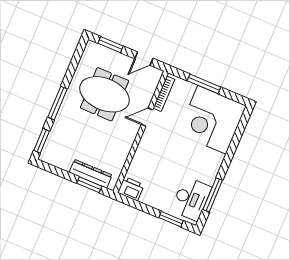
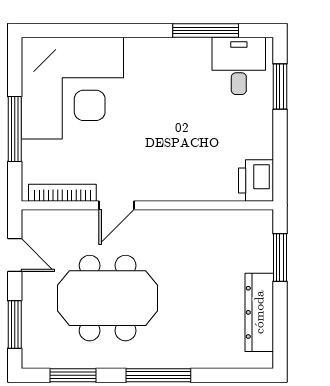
meeting table: (105, 94) -> (108, 298), turned 90
door: (147, 117) -> (116, 205), hinge flipped
window: (42, 141) -> (73, 375), moved
dresser: (91, 174) -> (259, 312), moved
desk: (191, 199) -> (239, 66), width x0.73

